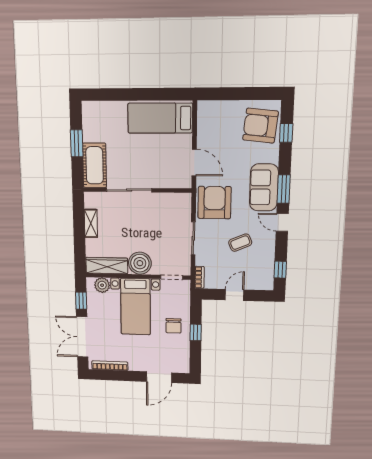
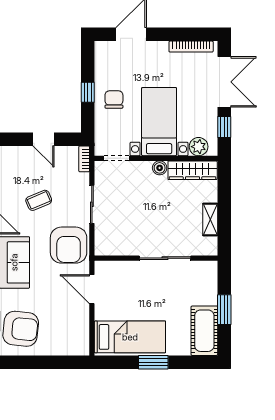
window: (139, 94) -> (153, 362), added
cot: (95, 165) -> (204, 331), moved
boiler: (140, 263) -> (160, 168), width x0.54, depth x0.54
door: (235, 295) -> (43, 139), hinge flipped

